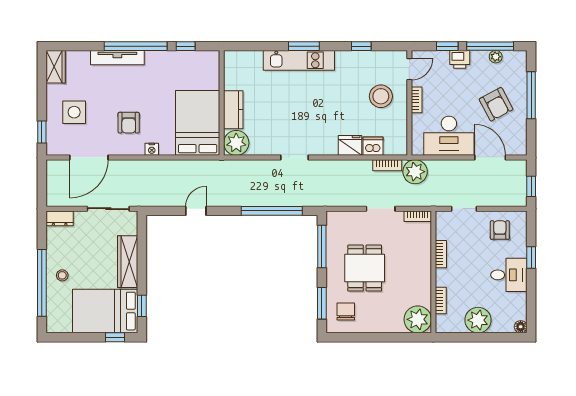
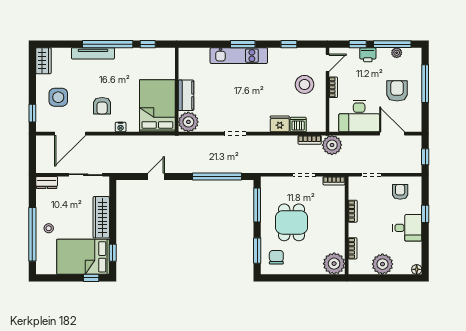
armchair: (496, 104) -> (397, 91), turned -152

